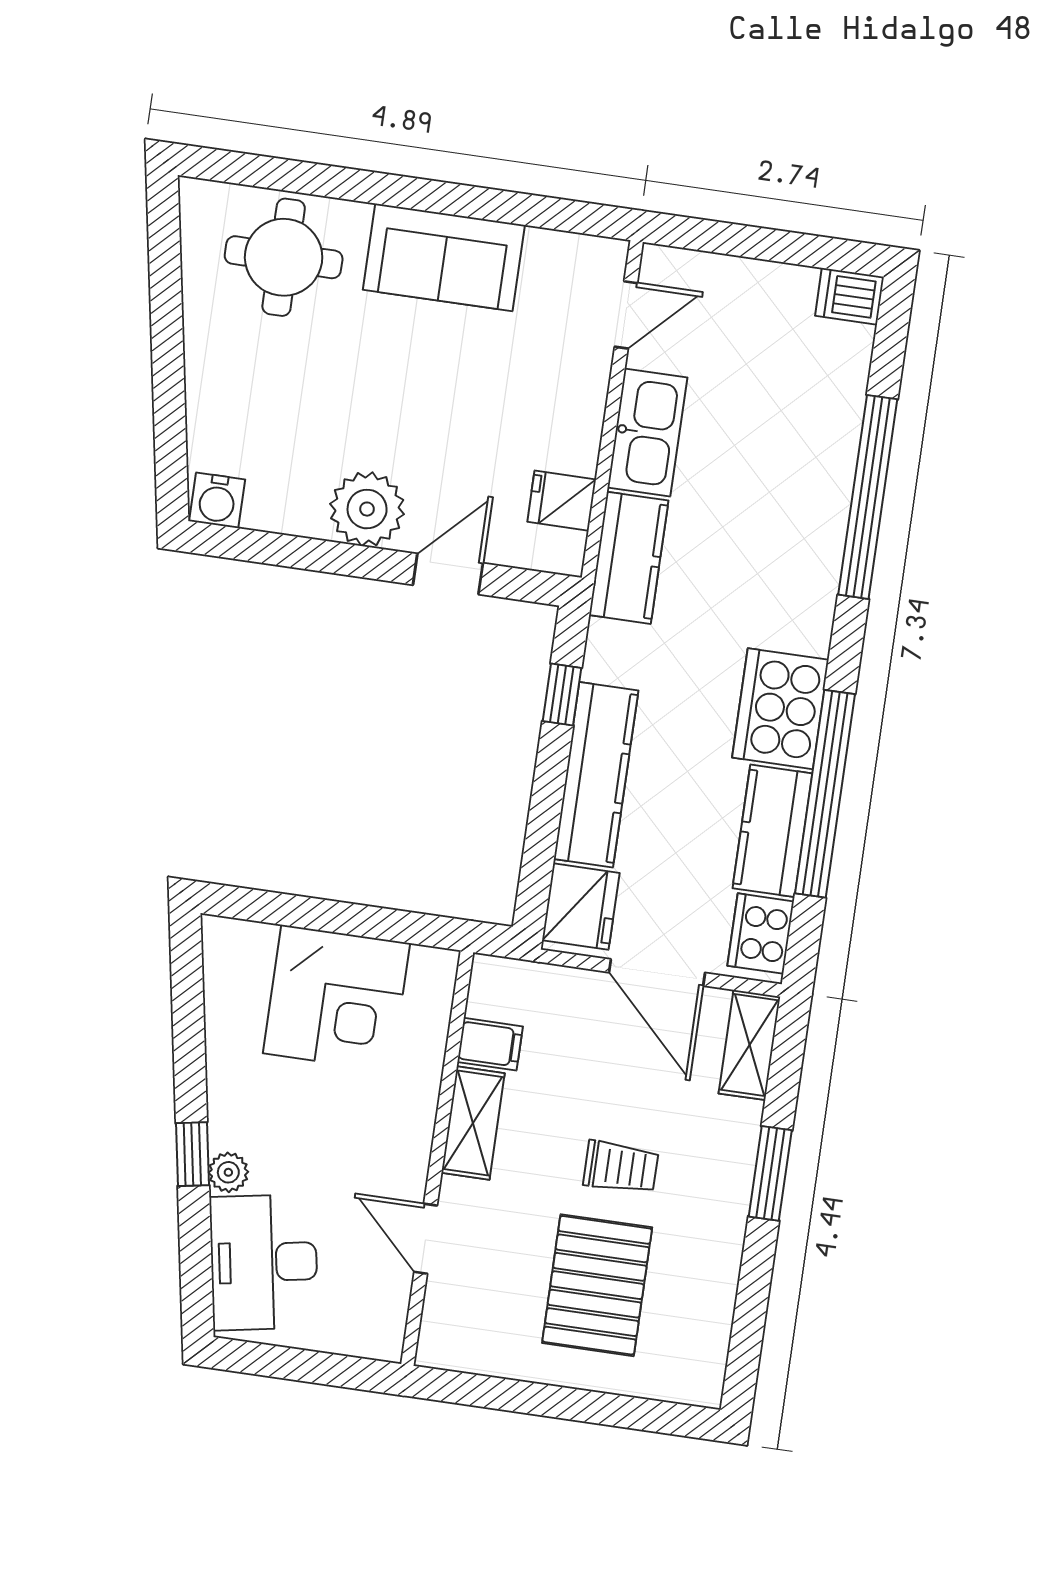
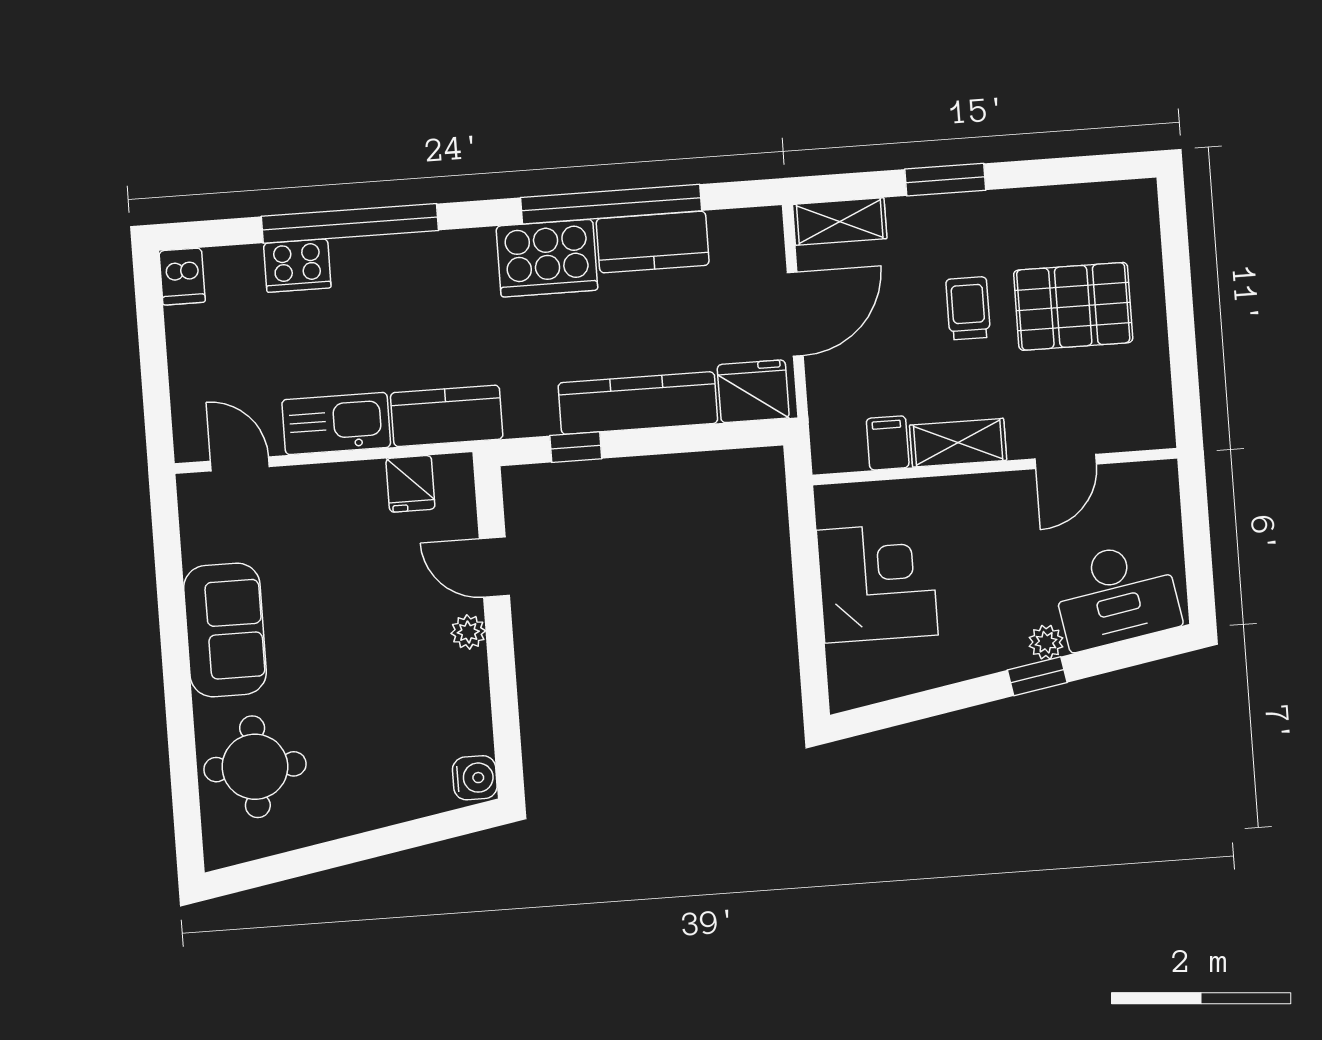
plant: (367, 509) -> (468, 632), width x0.53, depth x0.53
cooker: (761, 934) -> (297, 266), moved

